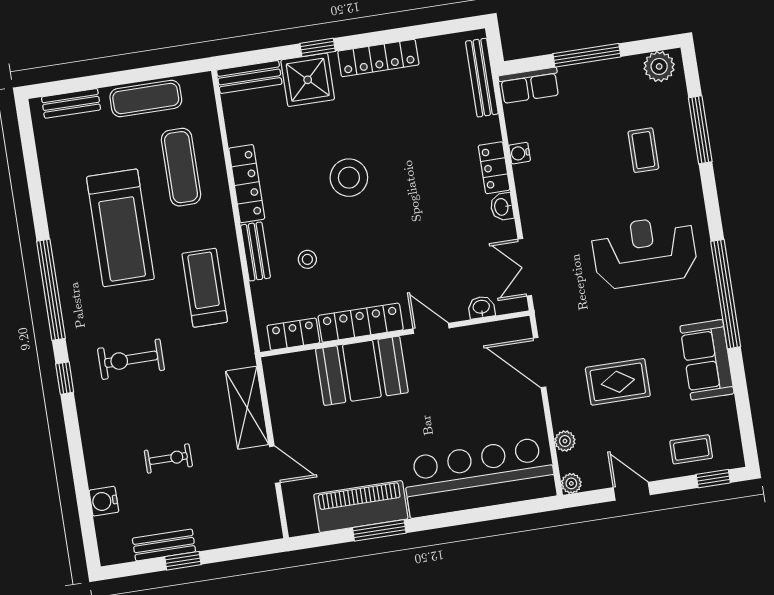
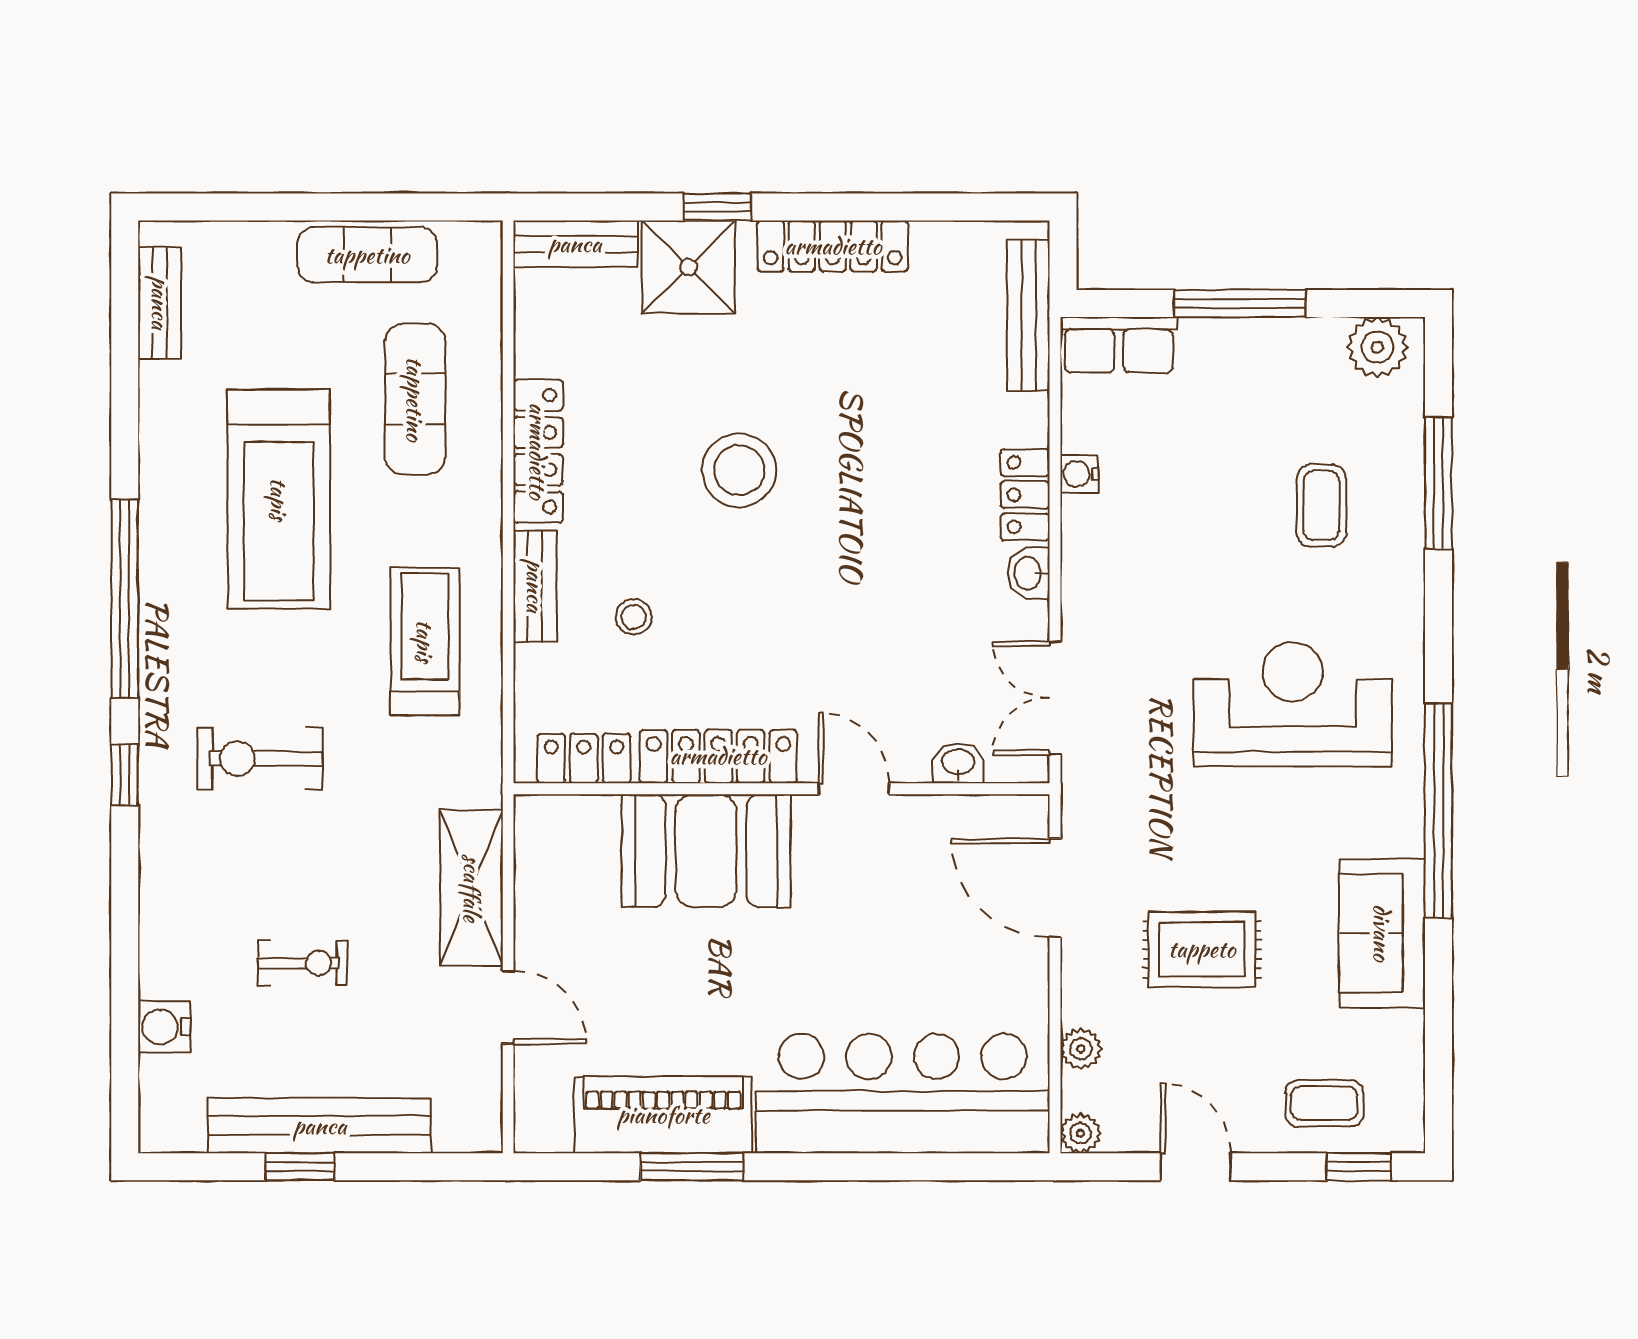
bench: (71, 103) -> (160, 303), moved, turned 90
bench: (164, 545) -> (320, 1126), width x1.86, depth x1.21

